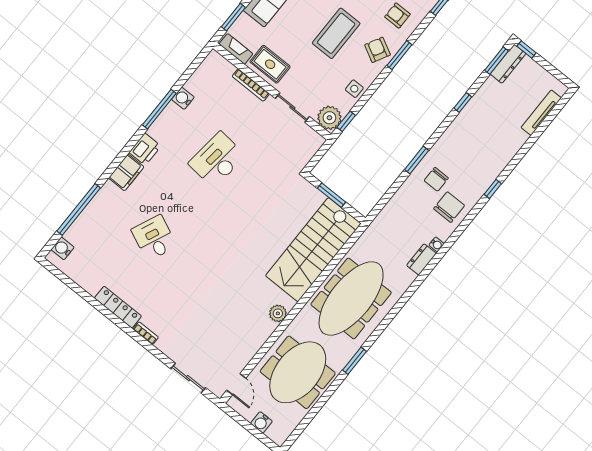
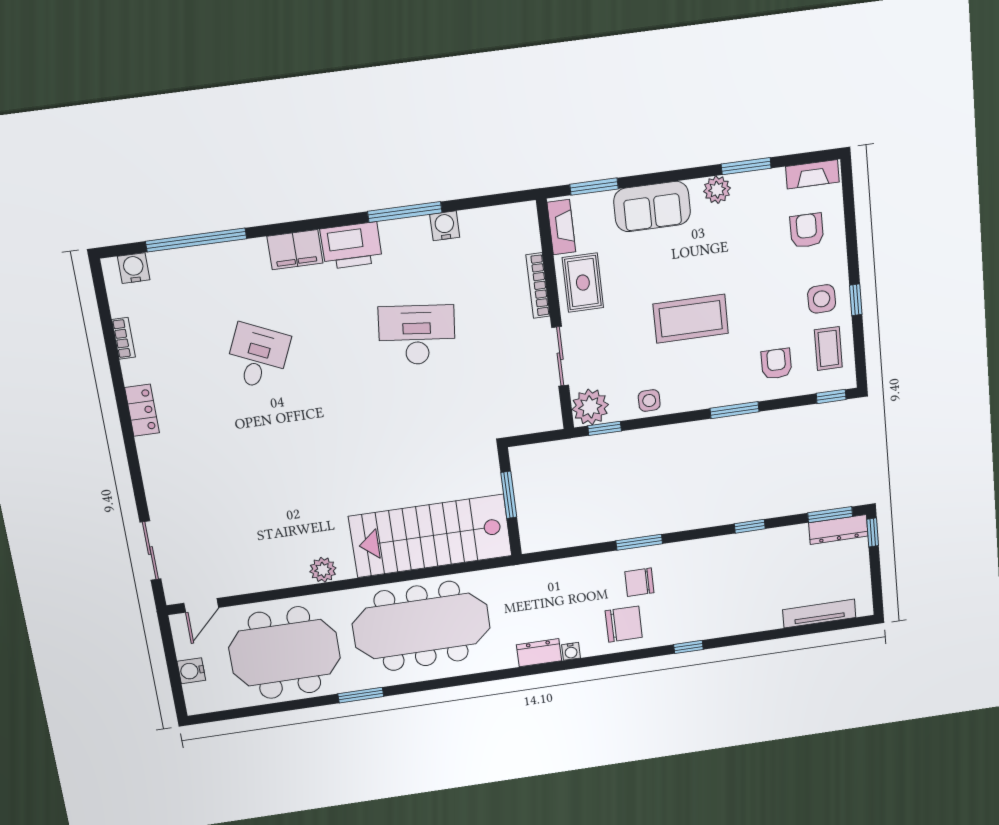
armchair: (377, 50) -> (717, 381), removed
printer: (145, 149) -> (351, 246), width x1.37, depth x1.19
locker: (118, 307) -> (142, 410), width x0.66
bookcase: (146, 333) -> (124, 338), moved

